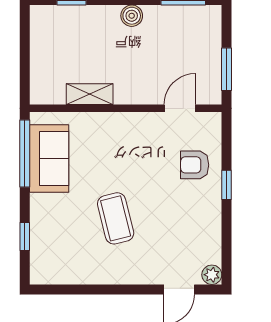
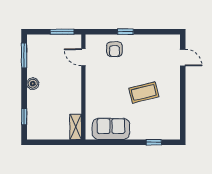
shelving: (90, 94) -> (76, 127), moved
window: (25, 154) -> (108, 142), removed
plant: (212, 275) -> (175, 40), removed

